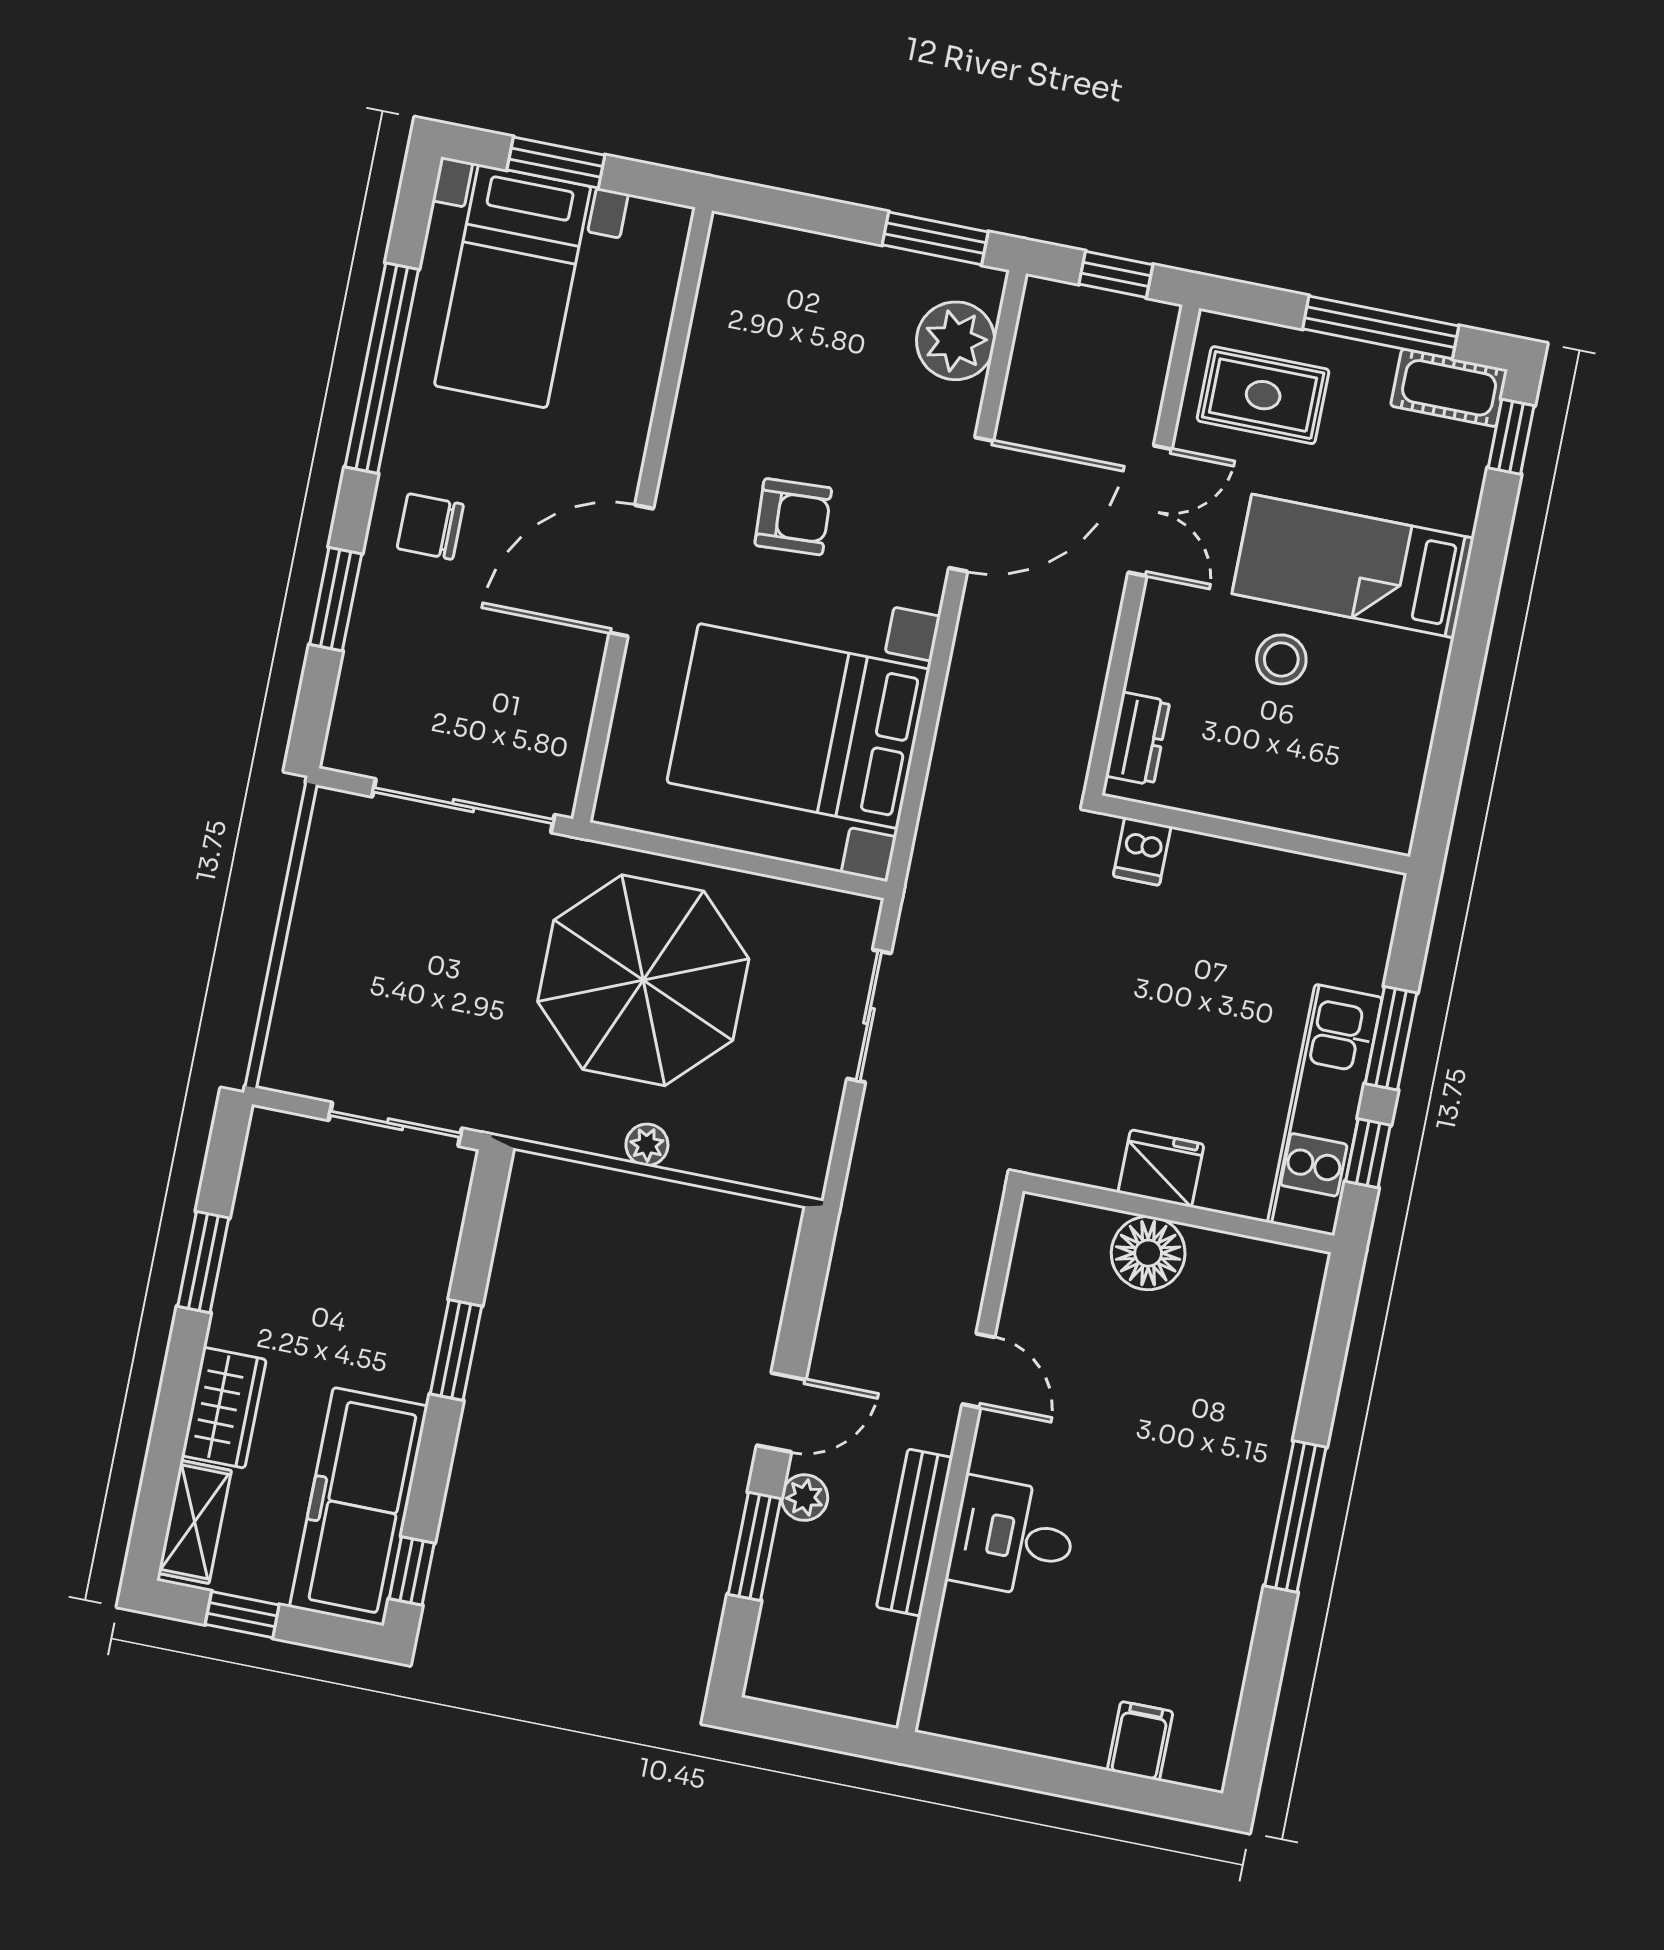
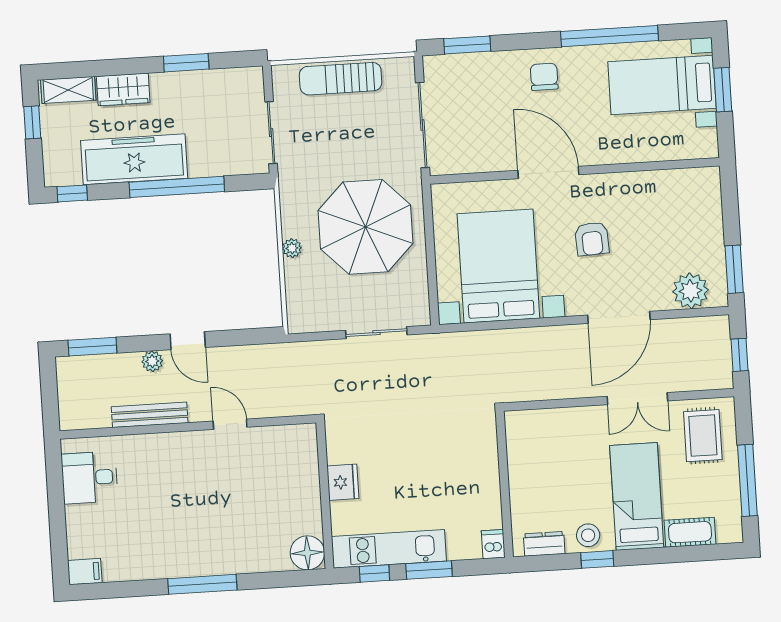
cot: (1449, 388) -> (690, 532), moved, turned 90
window: (1511, 437) -> (597, 559), moved
door: (971, 504) -> (619, 317), hinge flipped
window: (336, 599) -> (467, 45), moved
stool: (1281, 659) -> (588, 535), moved
dresser: (1138, 739) -> (544, 544), moved, turned 180
dishwasher: (1142, 851) -> (493, 544), moved, turned 90
sun lounger: (322, 950) -> (341, 79), added
floor lamp: (1148, 1253) -> (307, 553), moved
window: (456, 1350) -> (177, 187), width x2.11
door: (978, 1371) -> (230, 424), swing flipped
freezer: (359, 1507) -> (134, 159), moved
desk: (1013, 1538) -> (90, 478), moved, turned -90
window: (755, 1546) -> (92, 347), moved
filing cabinet: (1140, 1741) -> (85, 572), moved

